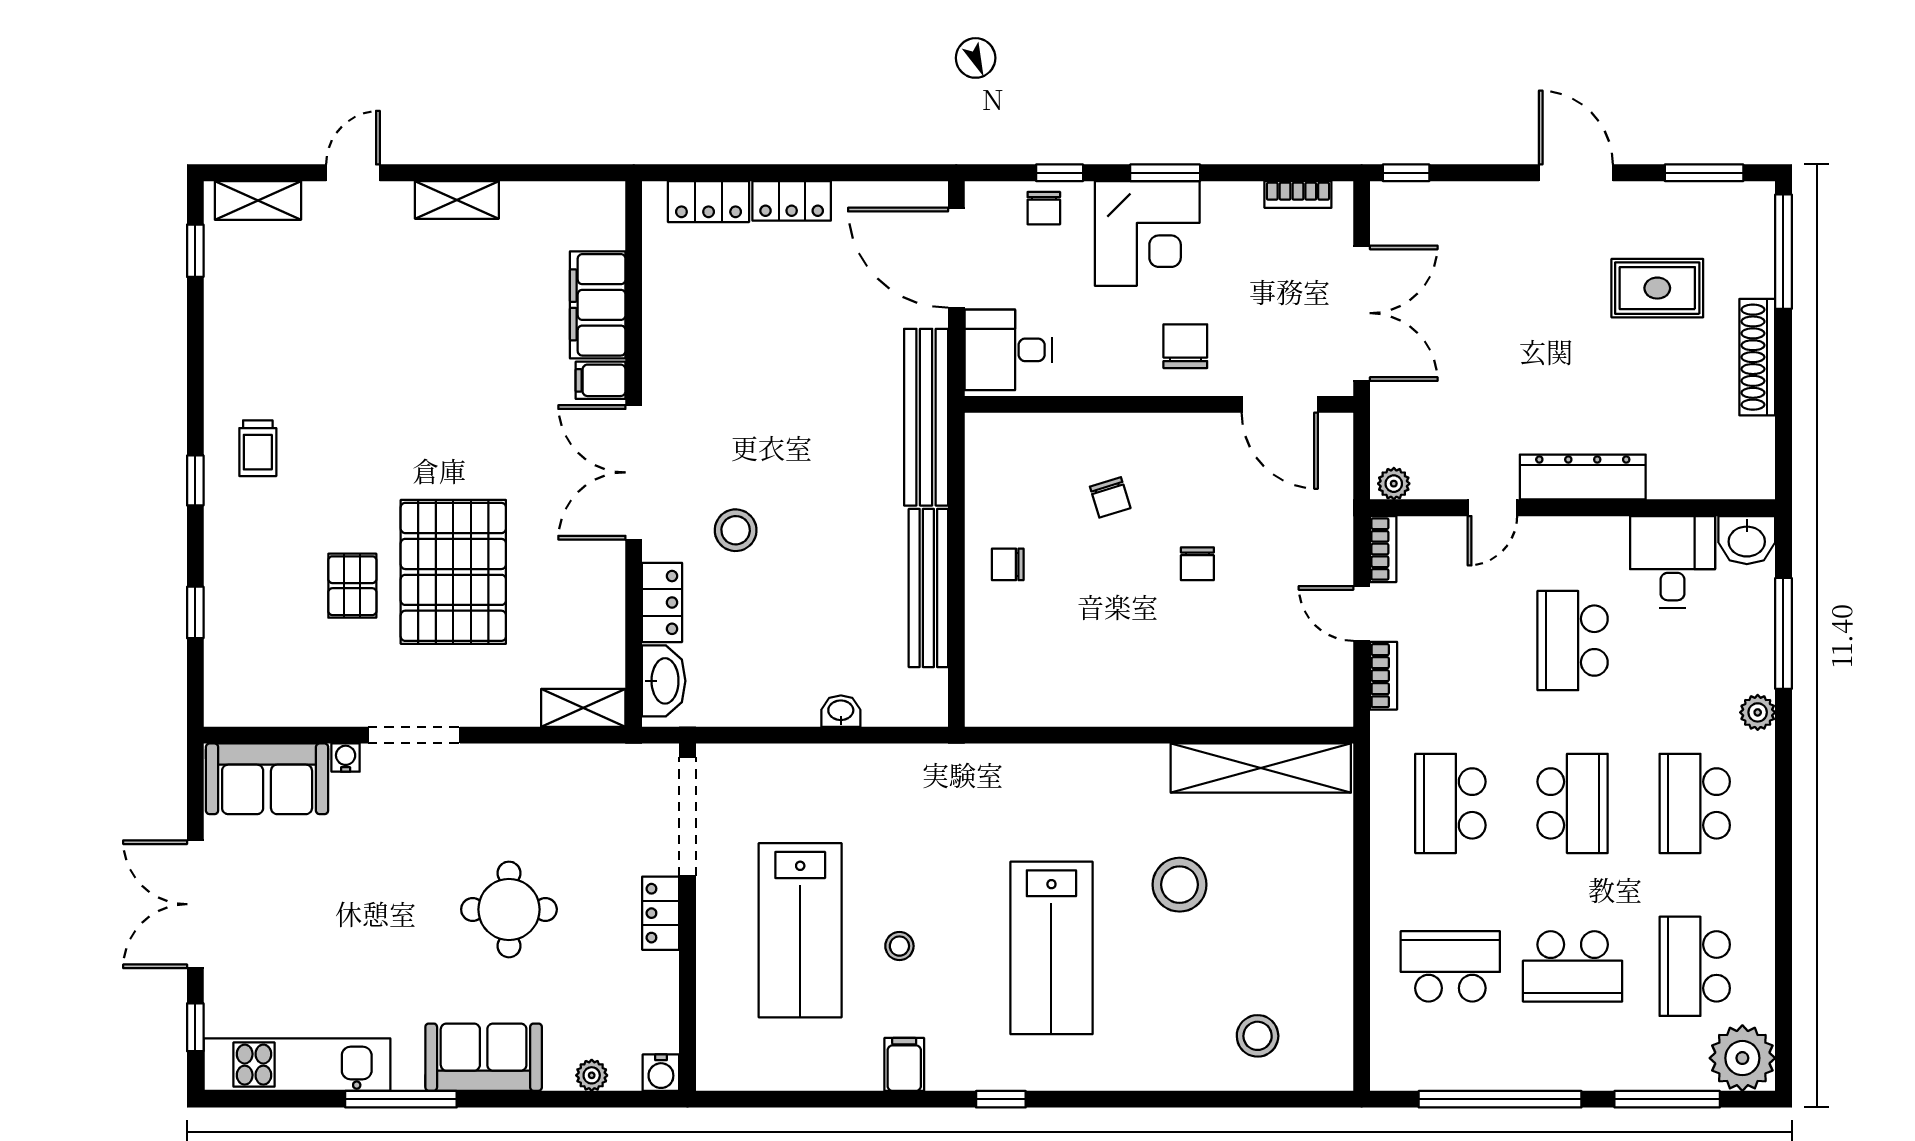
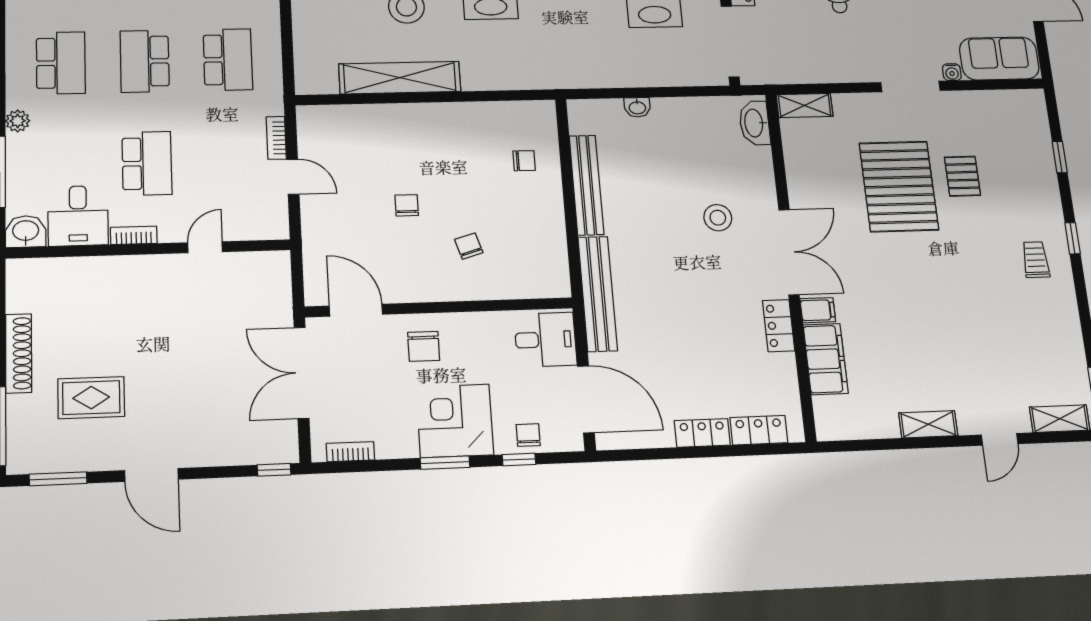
dresser: (1583, 477) -> (142, 269), removed
plant: (1394, 484) -> (274, 261), removed
bookcase: (1383, 549) -> (134, 235), moved, turned 90
chair: (1008, 564) -> (524, 161), moved
locker: (662, 602) -> (779, 326), moved
shelving: (1261, 768) -> (400, 78), moved

